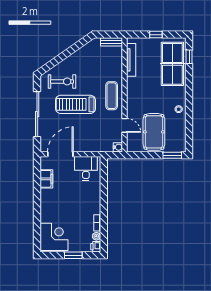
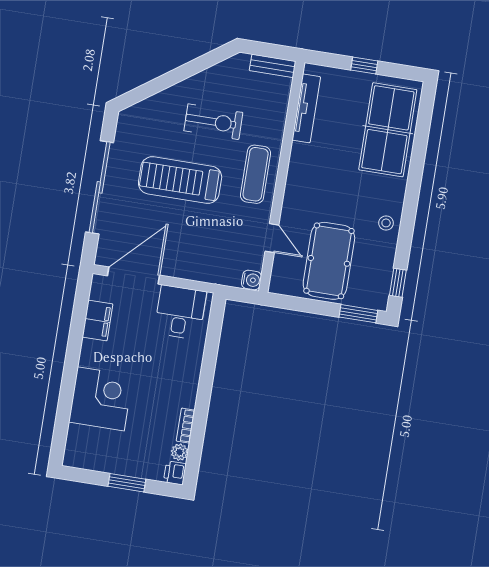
window: (189, 57) -> (398, 283), moved
exercise bike: (62, 81) -> (213, 122), moved
corner desk: (54, 237) -> (101, 399), moved

